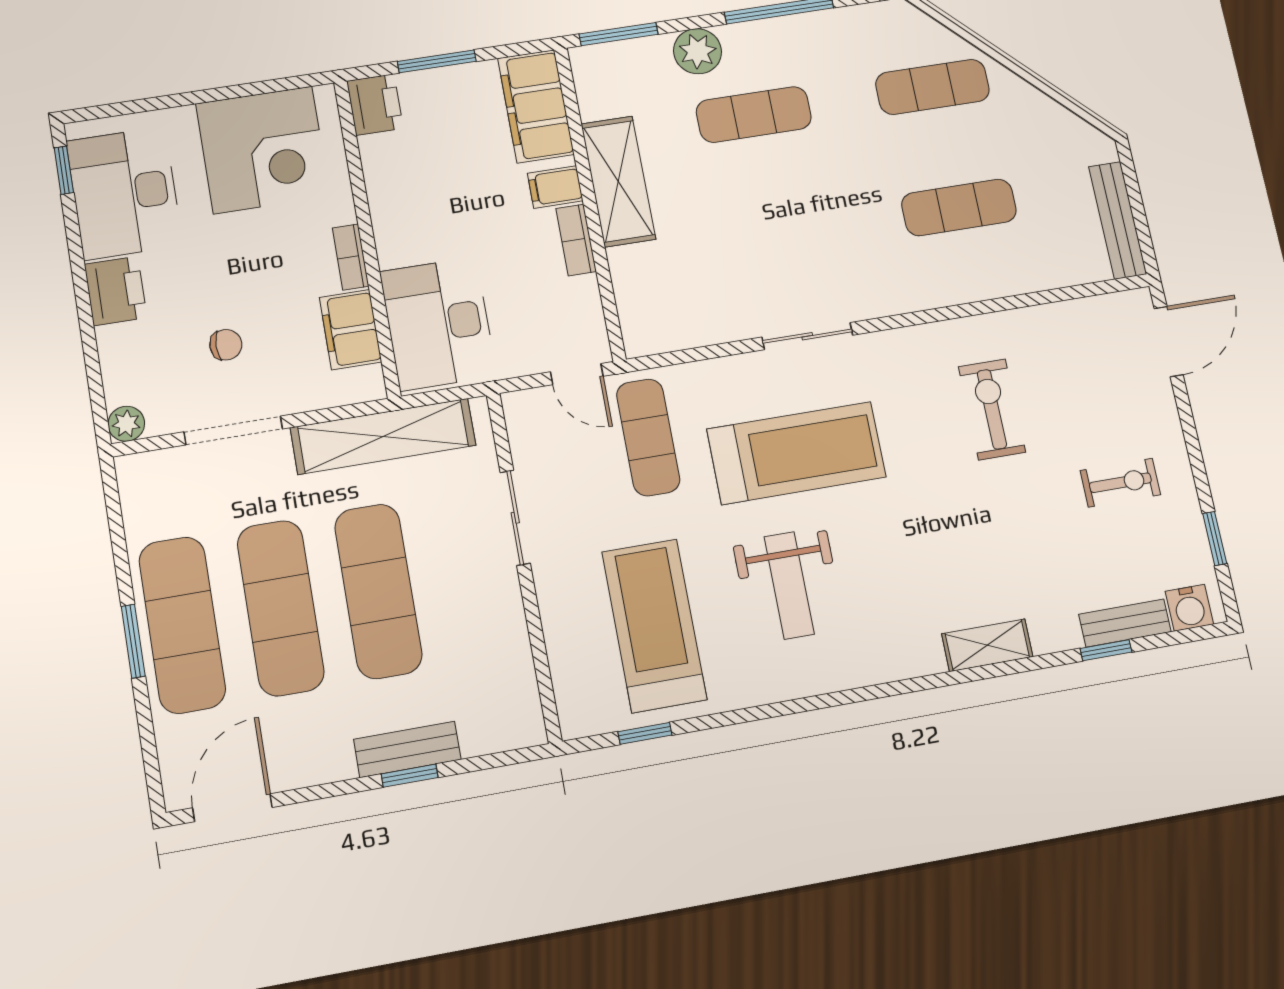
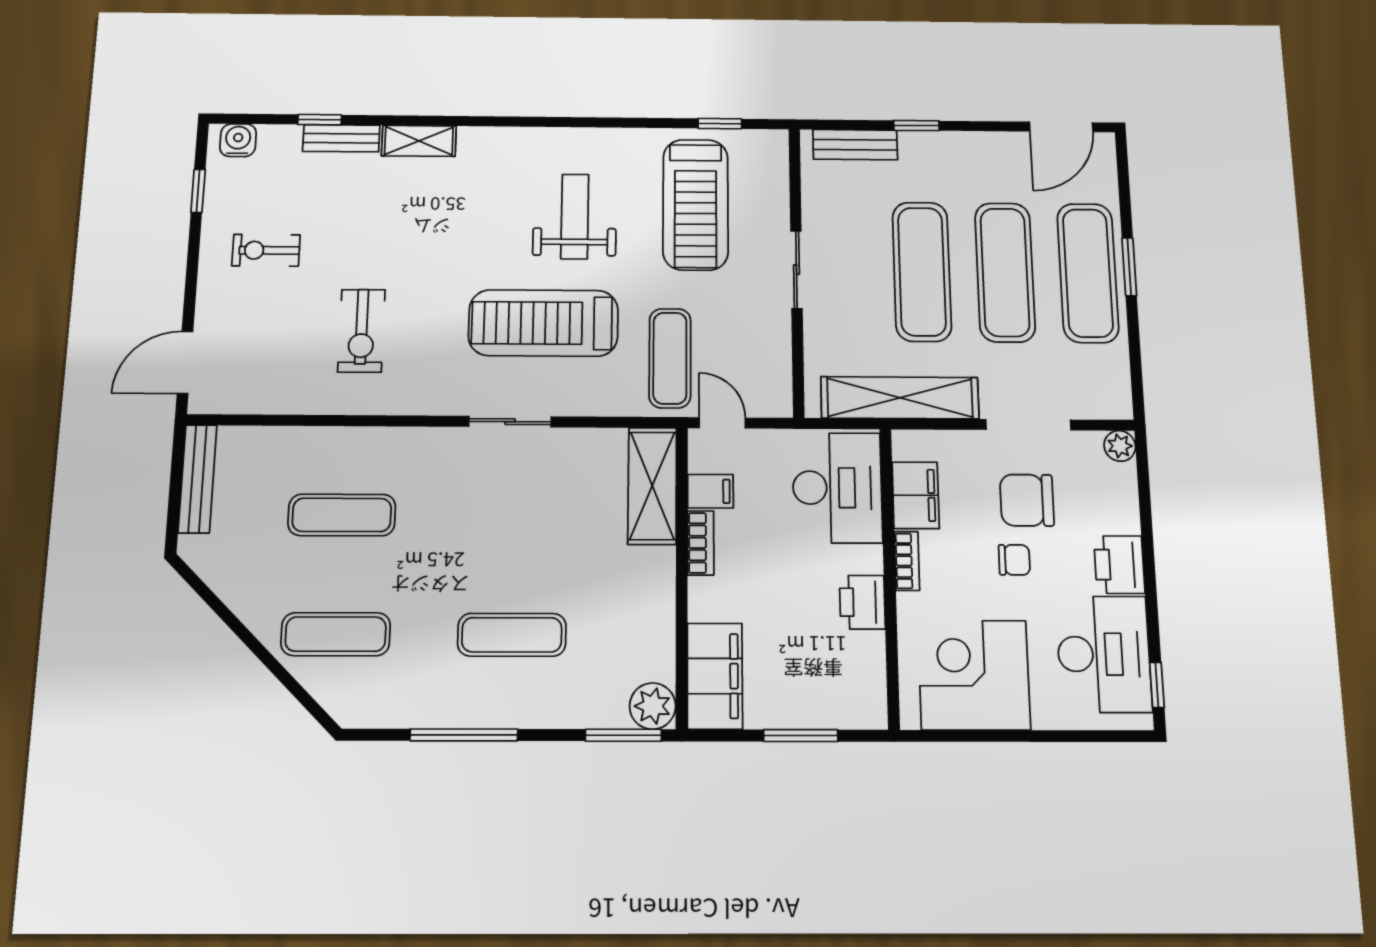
plant: (698, 51) -> (653, 706), moved
printer: (375, 105) -> (862, 602), moved
shelving: (618, 181) -> (652, 486), moved
filing cabinet: (555, 187) -> (710, 491), moved
chair: (233, 277) -> (1014, 560), added
chair: (226, 345) -> (1027, 500), width x1.87, depth x1.87
sliding door: (515, 518) -> (796, 270), moved
bench: (1125, 623) -> (341, 138), moved
bench: (407, 749) -> (855, 145), moved

